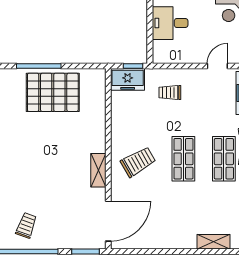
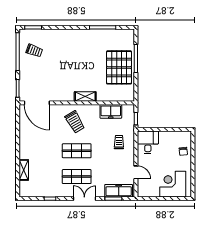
desk: (170, 23) -> (148, 142), moved
freezer: (128, 79) -> (111, 111), moved, turned -90
shelving: (98, 170) -> (85, 97), moved

